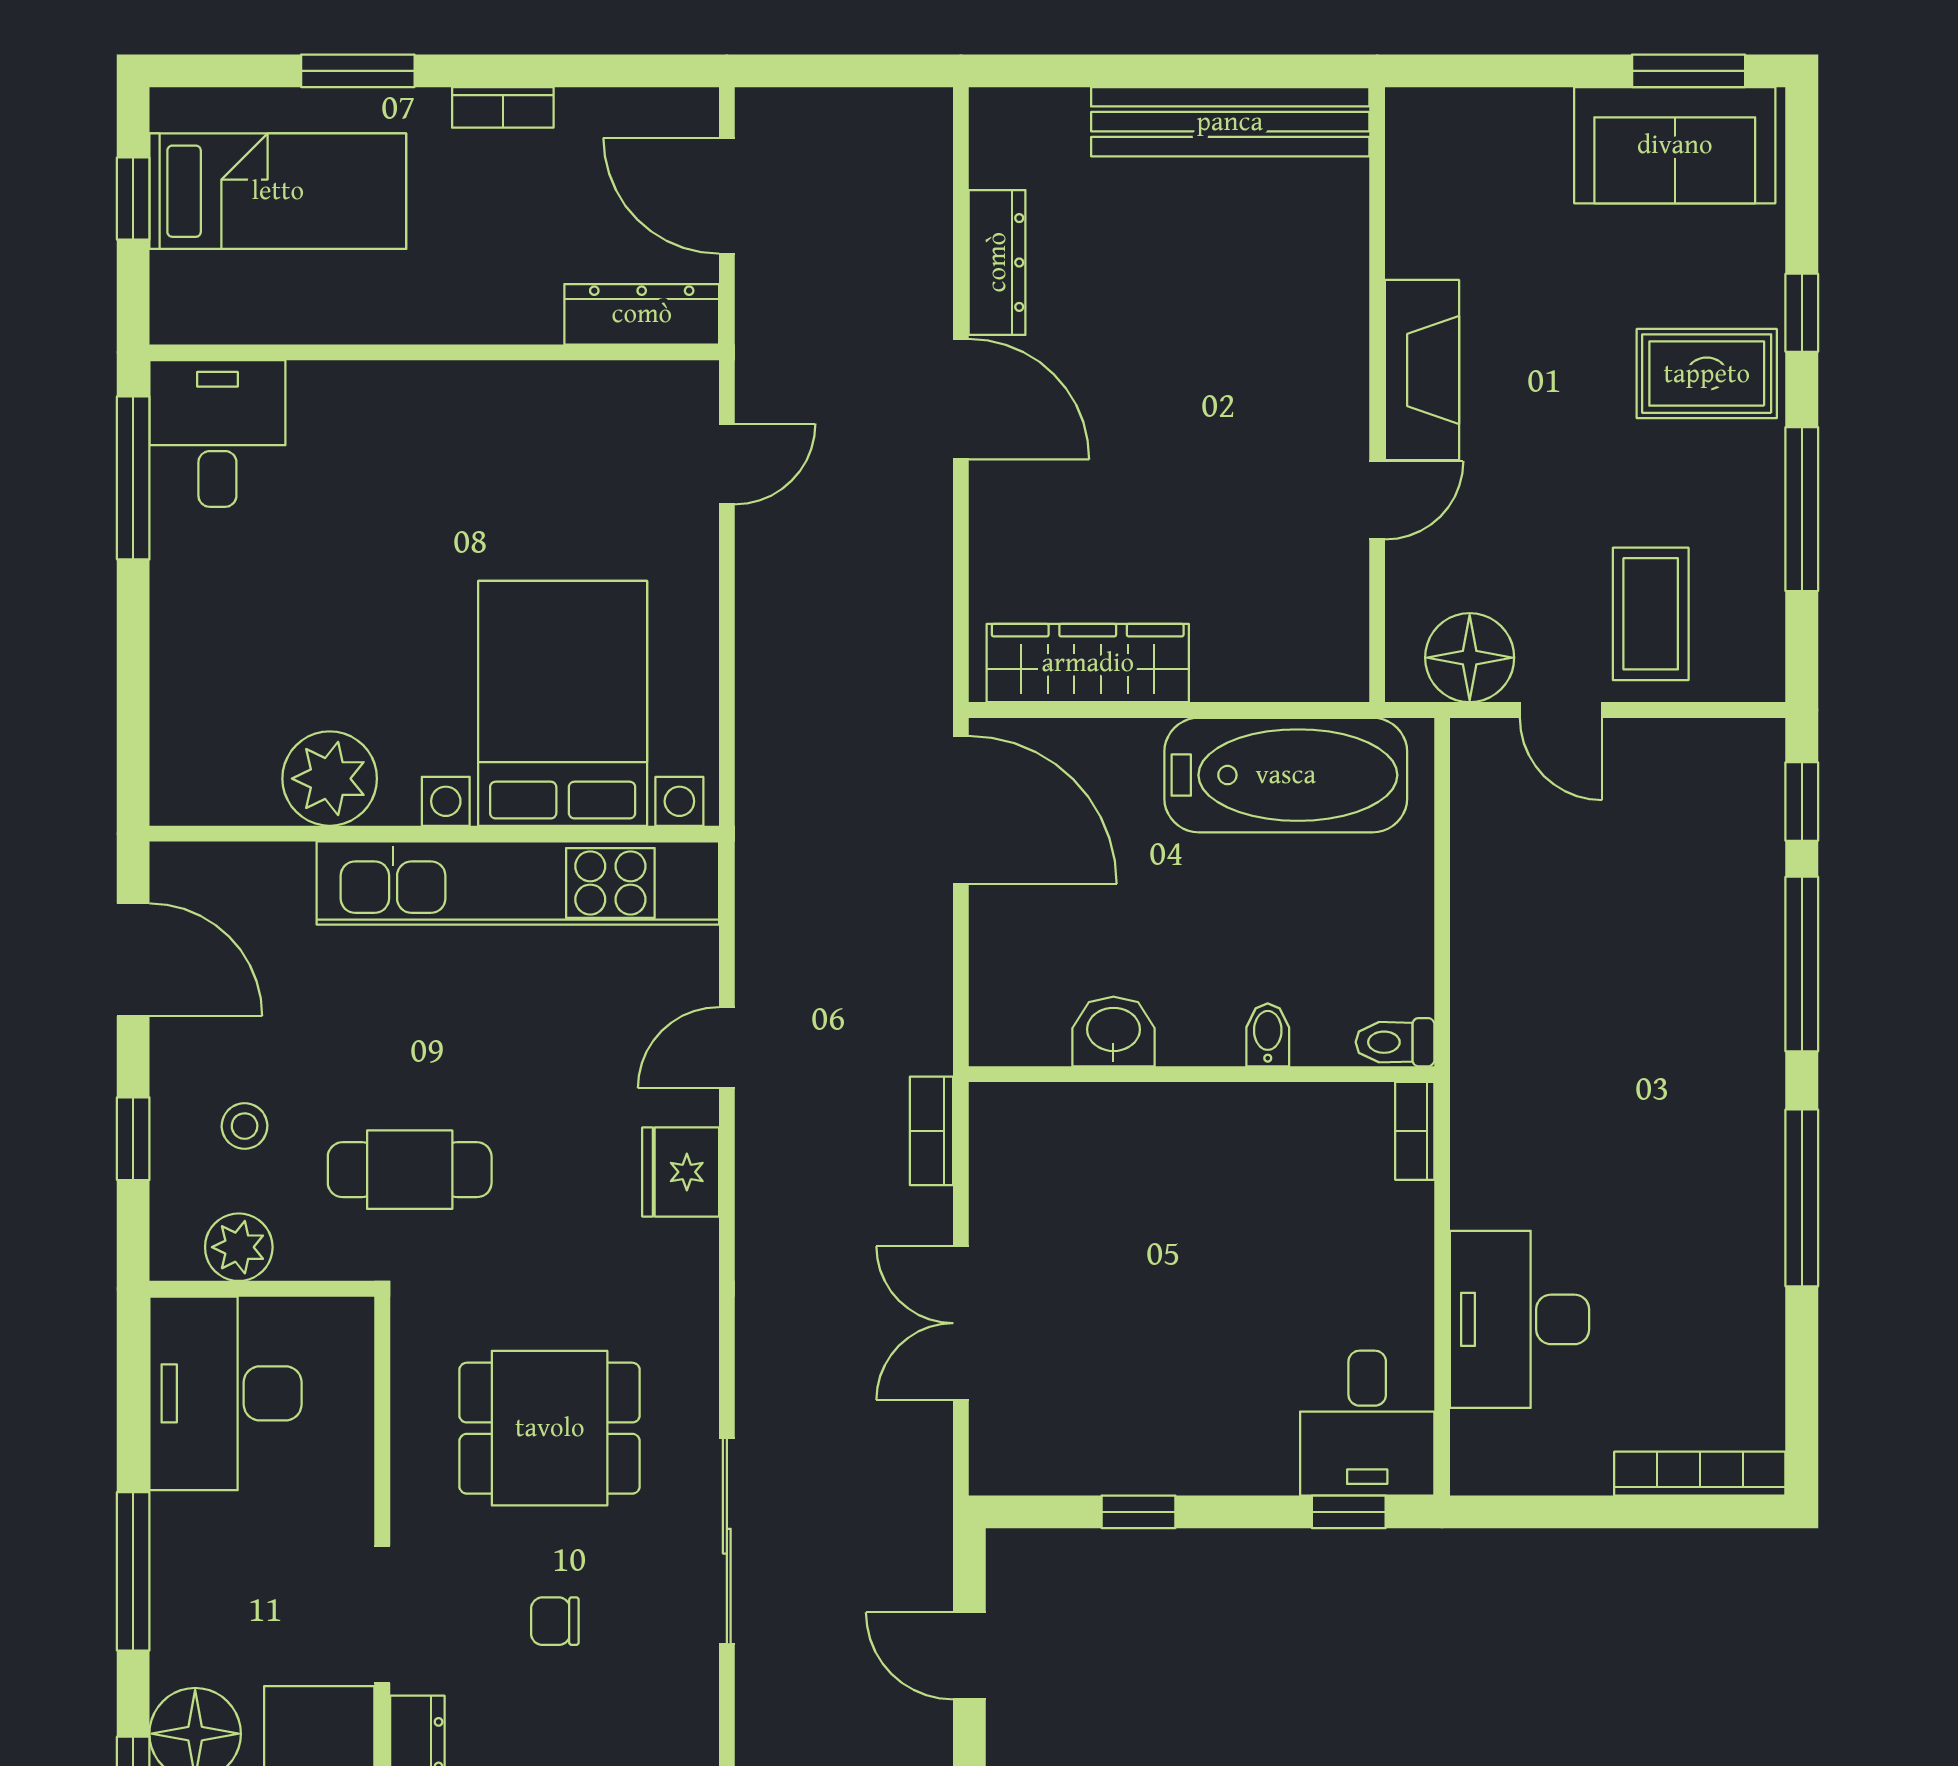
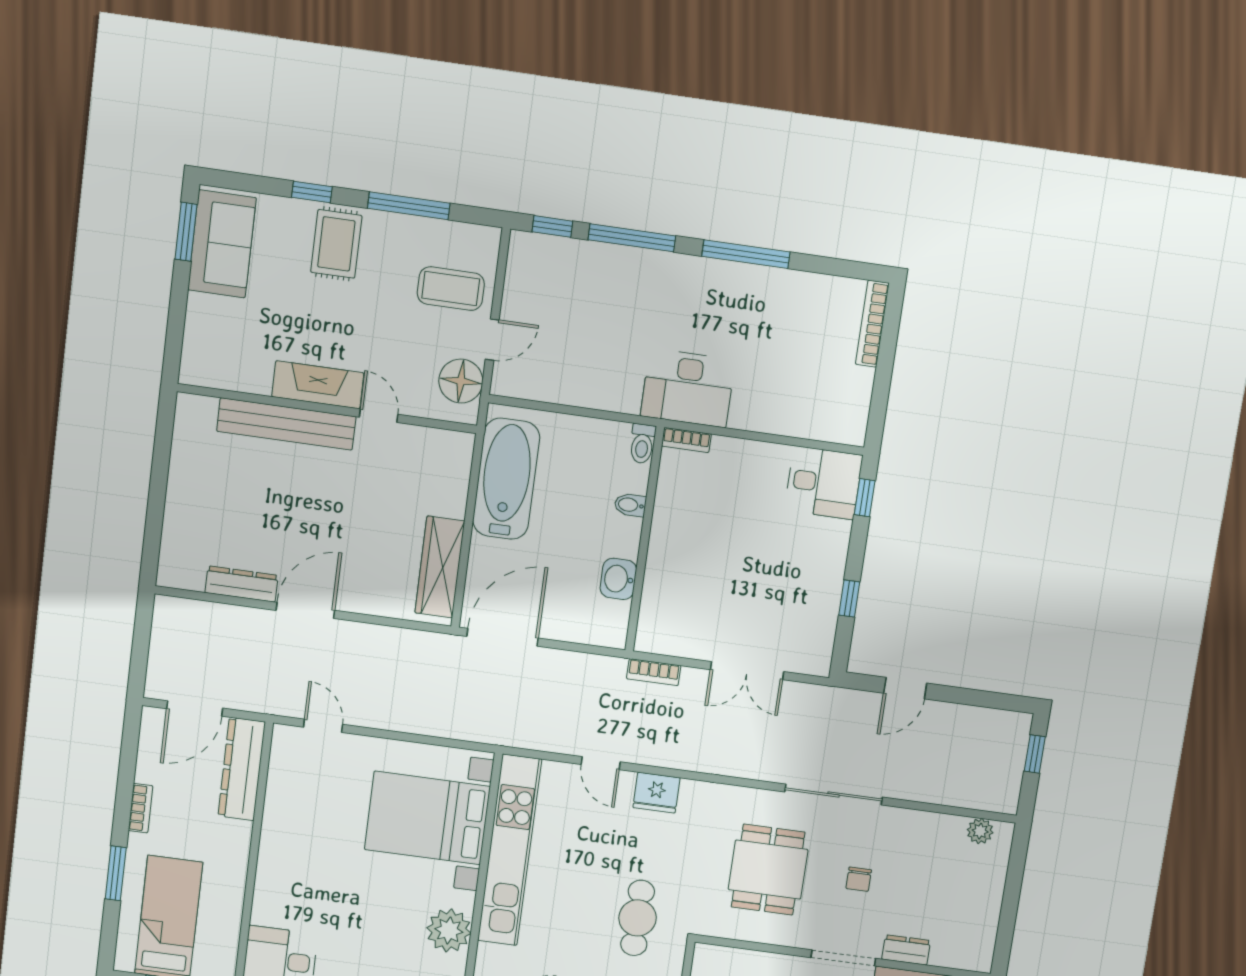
bench: (1230, 122) -> (286, 424), moved, turned 90
dresser: (642, 314) -> (242, 769), width x1.37, depth x1.24
desk: (1520, 1319) -> (688, 388), moved

